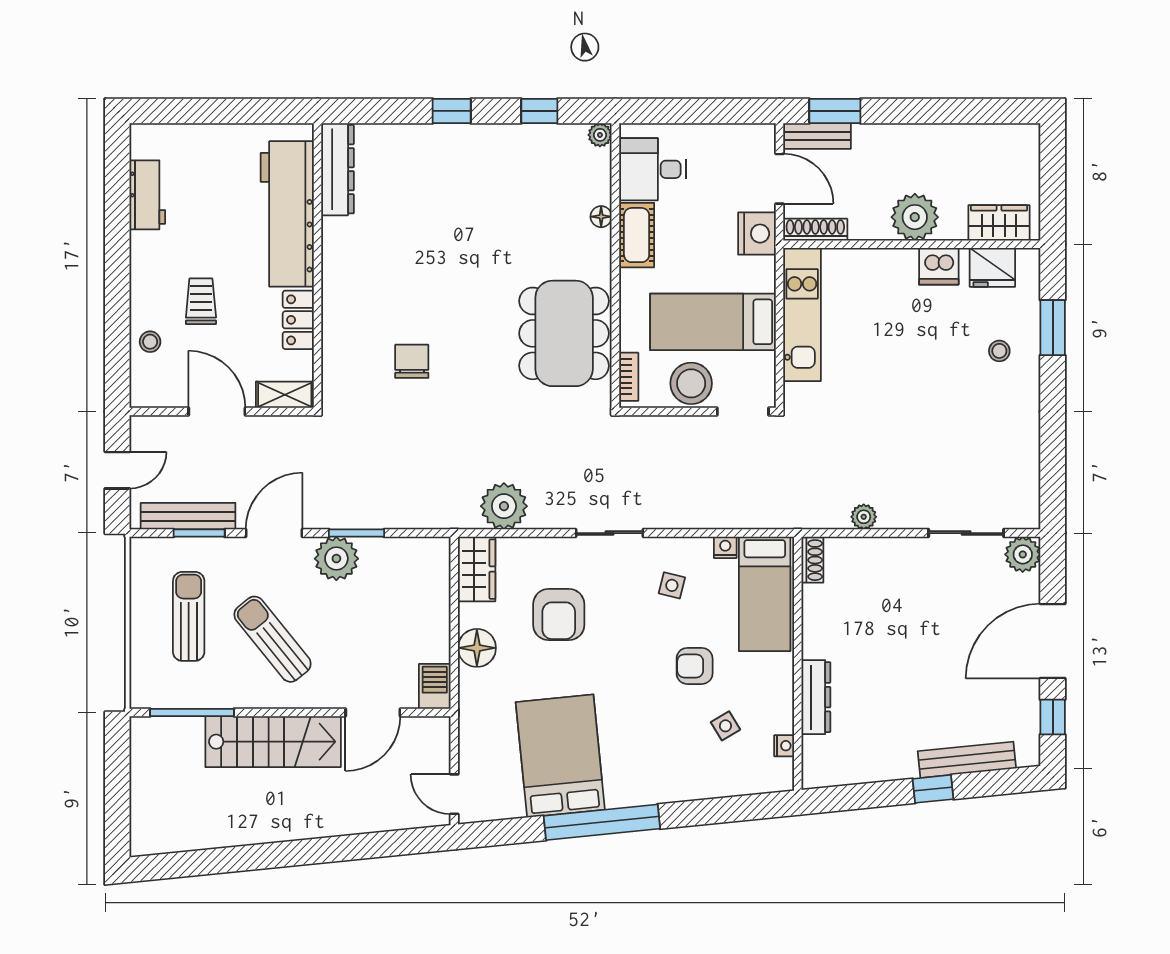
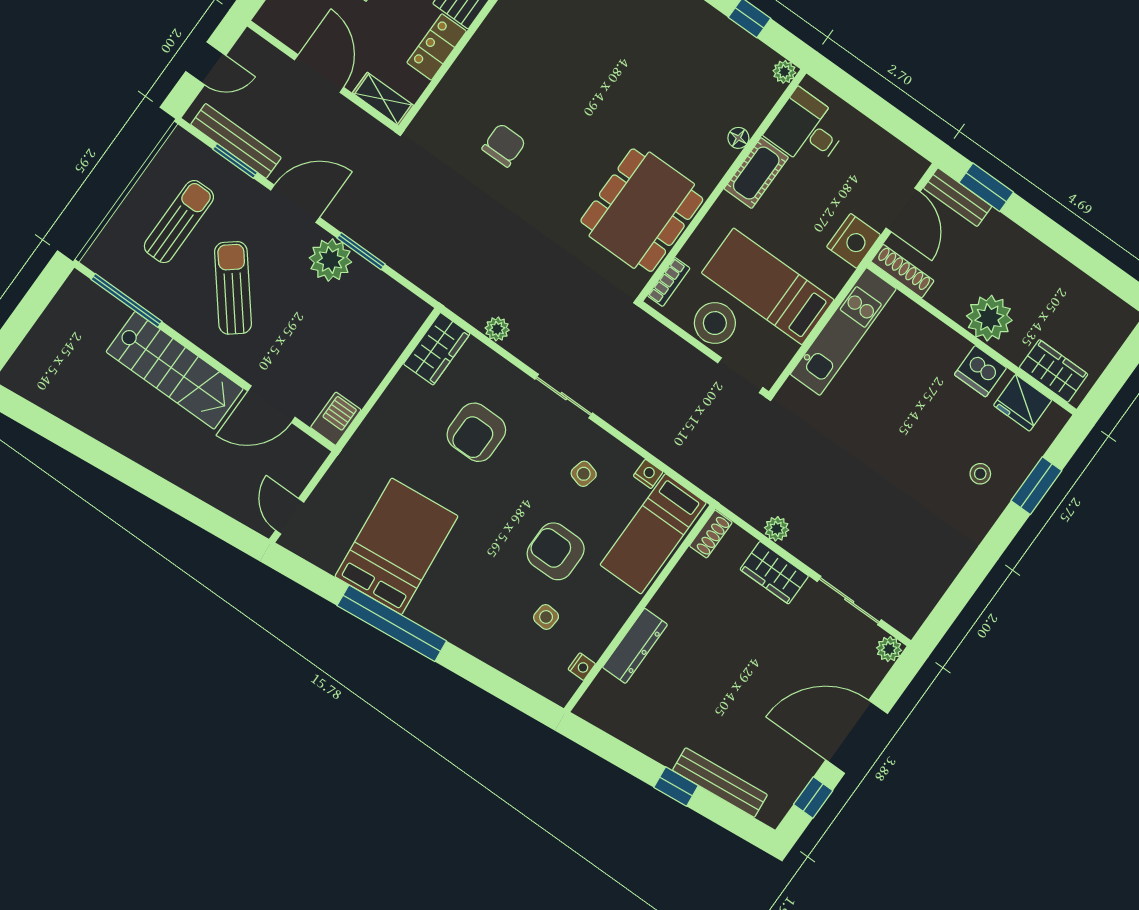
plant: (504, 506) -> (497, 329), width x0.53, depth x0.53
wardrobe: (888, 554) -> (774, 573), added
plant: (1023, 554) -> (889, 649), width x0.73, depth x0.73
floor lamp: (477, 648) -> (392, 412), removed
armchair: (695, 666) -> (556, 551), width x1.38, depth x1.38
side table: (725, 726) -> (546, 617), turned 36

